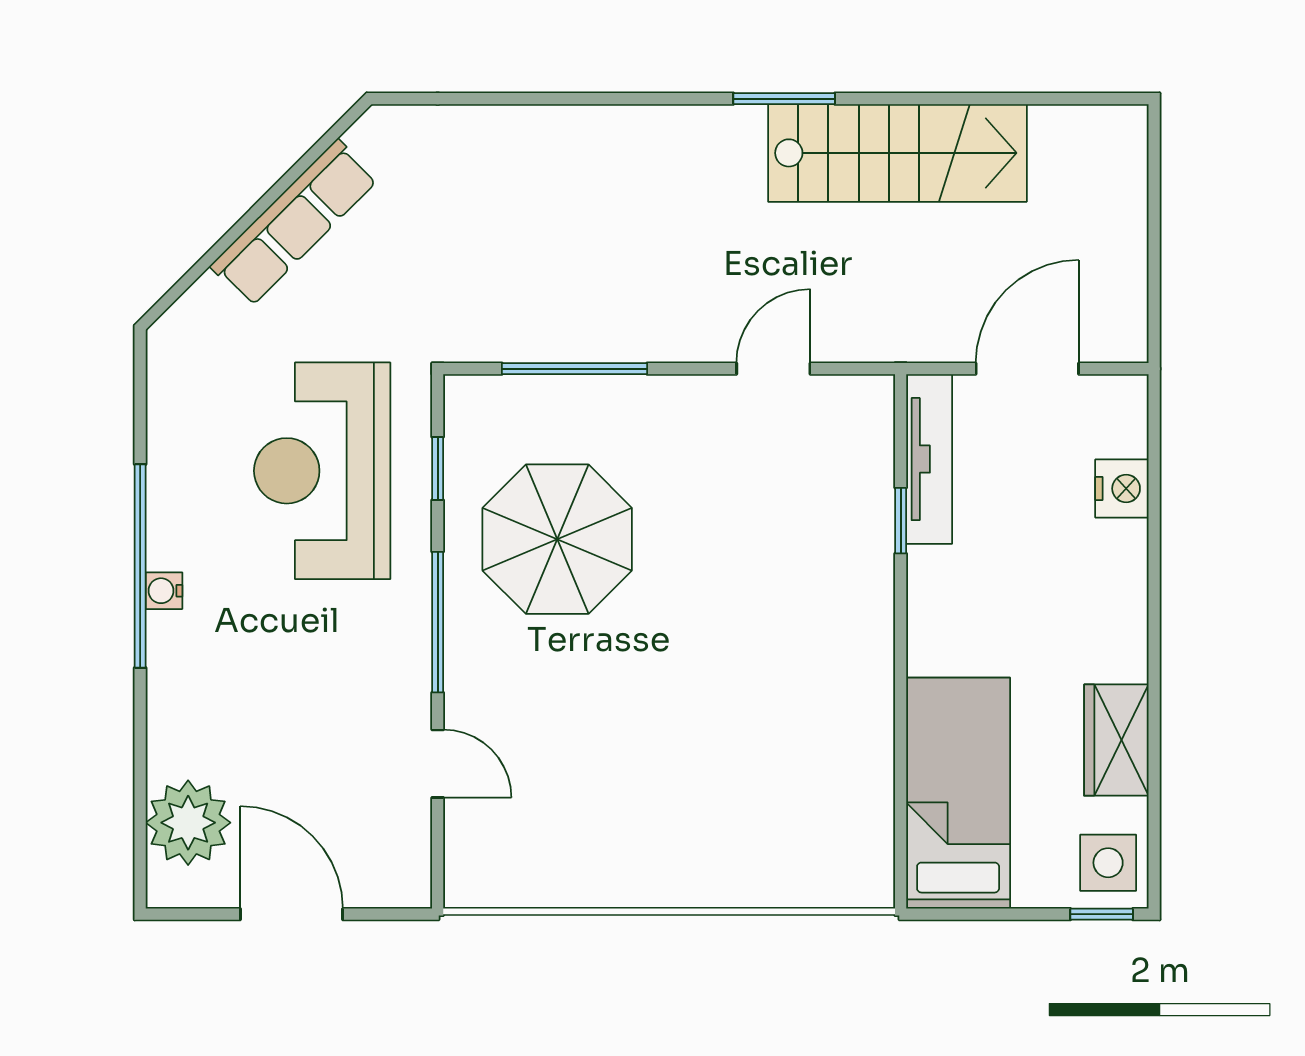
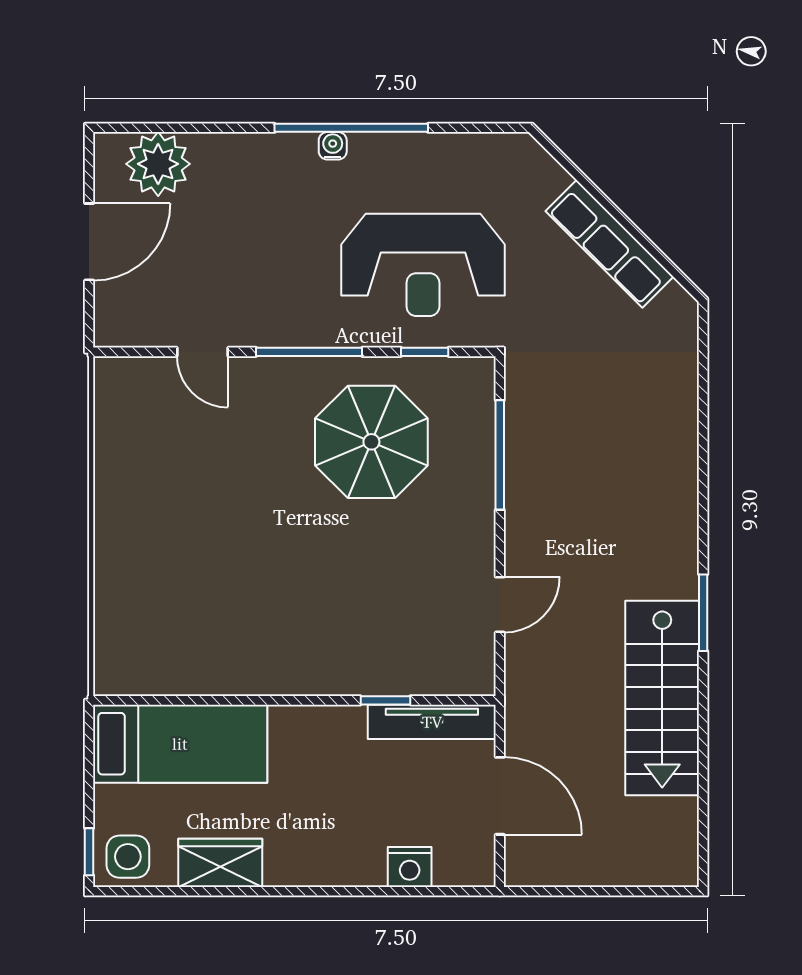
door: (773, 369) -> (500, 605), hinge flipped
reception desk: (322, 471) -> (423, 265), turned 180
door: (438, 764) -> (202, 352), hinge flipped

